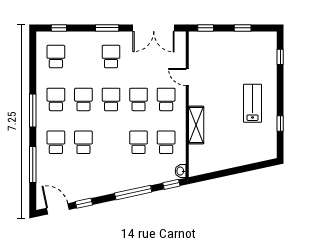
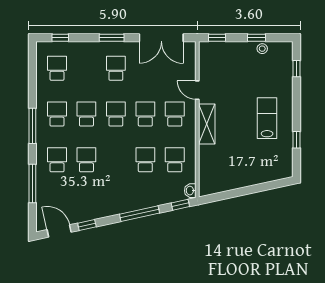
stool: (248, 38) -> (262, 49), added
shelving: (196, 125) -> (207, 124), moved

